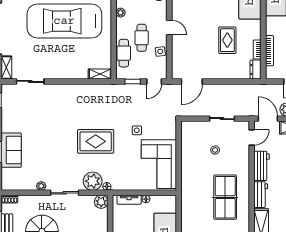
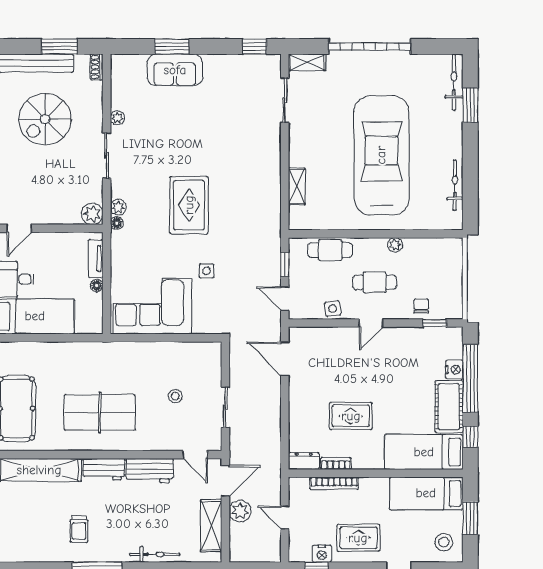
cafe table: (142, 38) -> (375, 282), moved
shelving: (100, 74) -> (297, 186), moved
plant: (93, 181) -> (118, 207), width x0.53, depth x0.53

